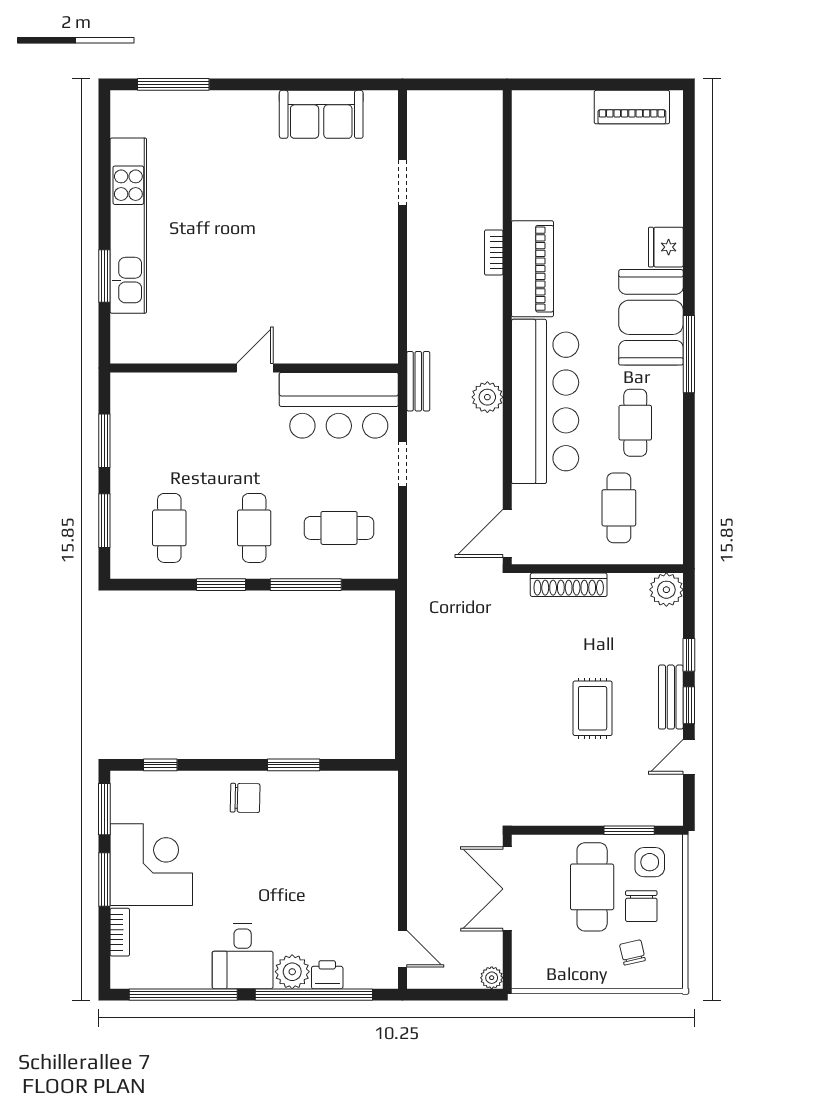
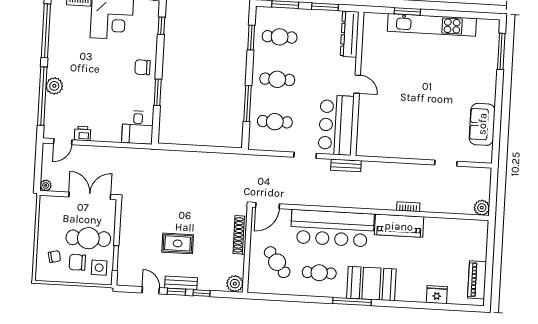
fridge: (666, 247) -> (437, 295), moved
dresser: (156, 389) -> (350, 34), added
plant: (487, 397) -> (482, 208), moved
cafe table: (619, 508) -> (277, 262), turned 52
cafe table: (339, 528) -> (275, 122), turned 90
door: (507, 533) -> (267, 206), swing flipped
window: (221, 585) -> (251, 37), moved
chair: (245, 798) -> (143, 67), turned 89
desk: (243, 956) -> (138, 127), moved, turned -90
printer: (327, 975) -> (83, 133), moved, turned -90

